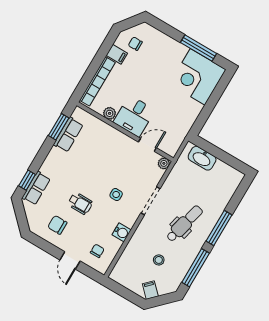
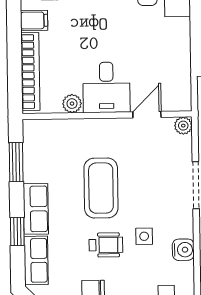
row of seats: (68, 135) -> (36, 209), moved
coffee table: (97, 170) -> (101, 188), added
window: (27, 180) -> (17, 231), moved
side table: (116, 195) -> (144, 236), moved

